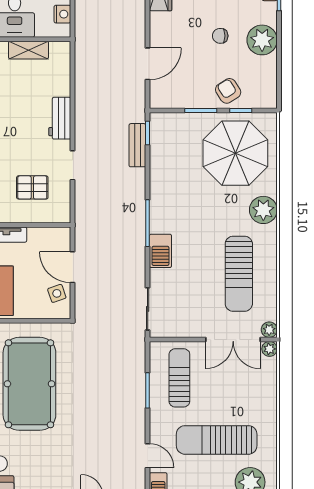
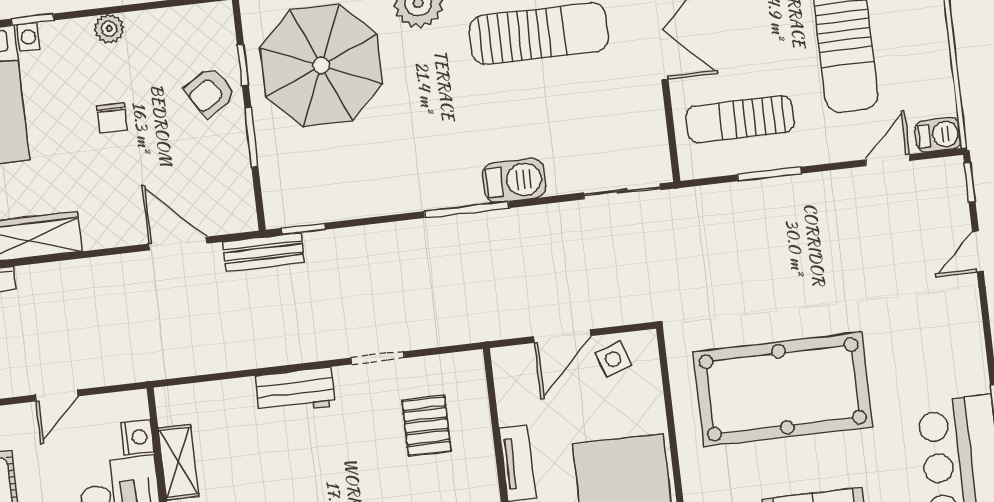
nightstand: (62, 14) -> (137, 437), moved, turned 90
plant: (262, 40) -> (109, 29), width x0.53, depth x0.53
bench: (137, 145) -> (263, 252), moved

